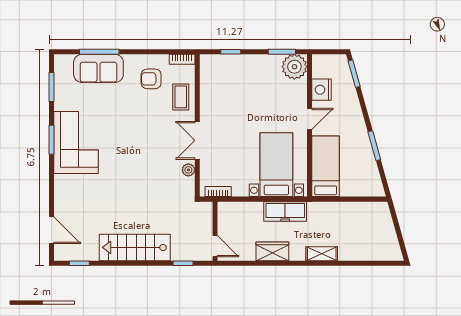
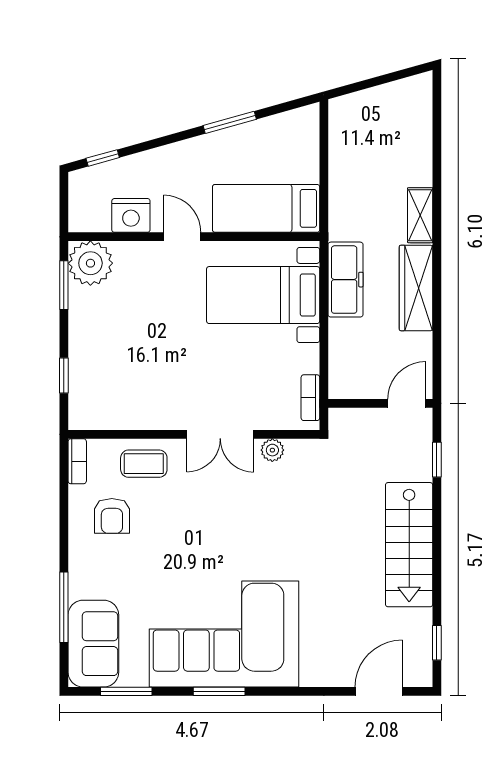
sofa: (98, 68) -> (93, 644), moved
window: (354, 74) -> (103, 158), width x0.67
corner sofa: (76, 142) -> (224, 634), width x1.36, depth x1.36
wardrobe: (272, 251) -> (416, 288), width x1.50

